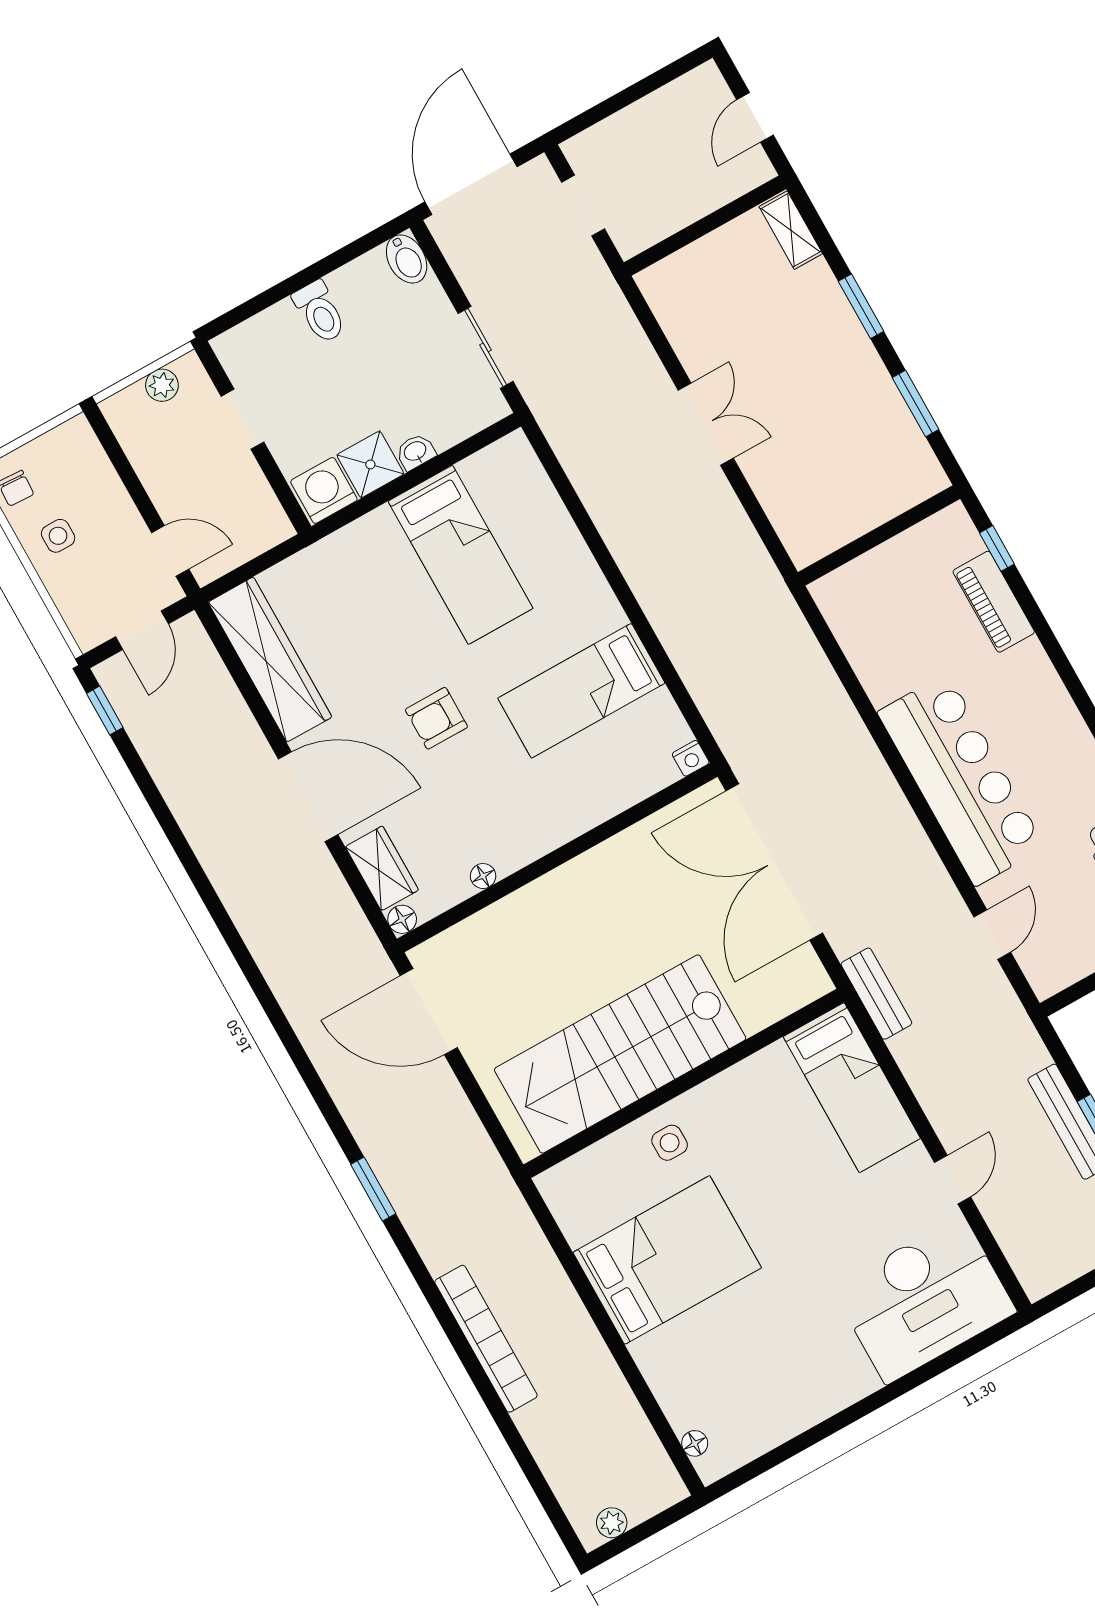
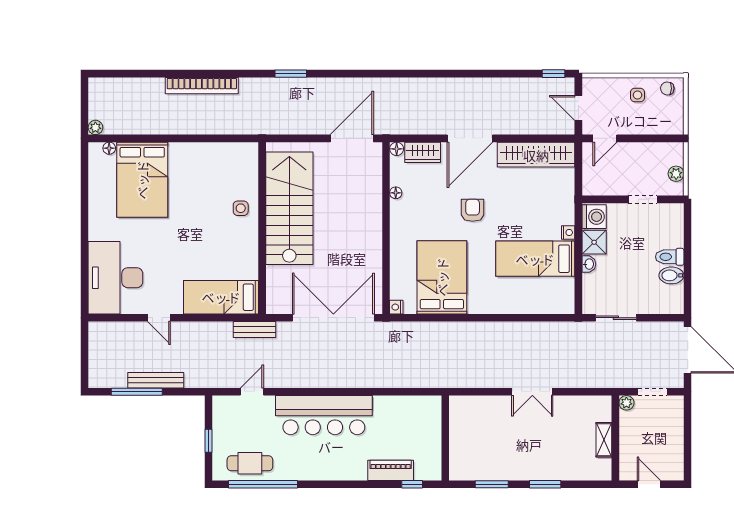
shelving: (791, 230) -> (604, 440), moved, turned 90
plant: (630, 241) -> (626, 403), added
bidet: (407, 259) -> (671, 275), moved
nightstand: (379, 522) -> (568, 232), added
bed: (581, 691) -> (442, 277), width x1.50
door: (992, 935) -> (252, 392), swing flipped
bed: (667, 1260) -> (142, 180), moved
plant: (612, 1523) -> (95, 127), moved

